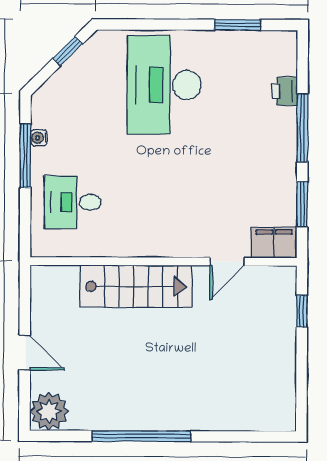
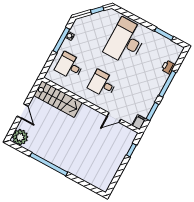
desk: (164, 203) -> (102, 84), added
filing cabinet: (274, 243) -> (139, 122), width x0.50
stairs: (136, 286) -> (58, 99), moved

